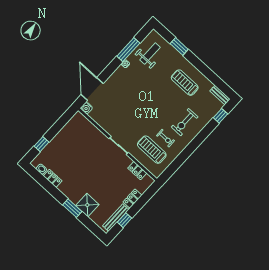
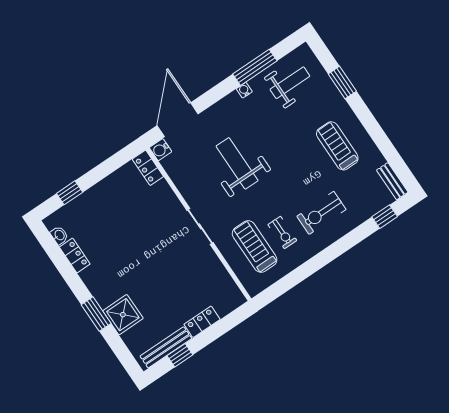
weight bench: (131, 106) -> (237, 163), added
locker: (137, 171) -> (148, 168), moved

